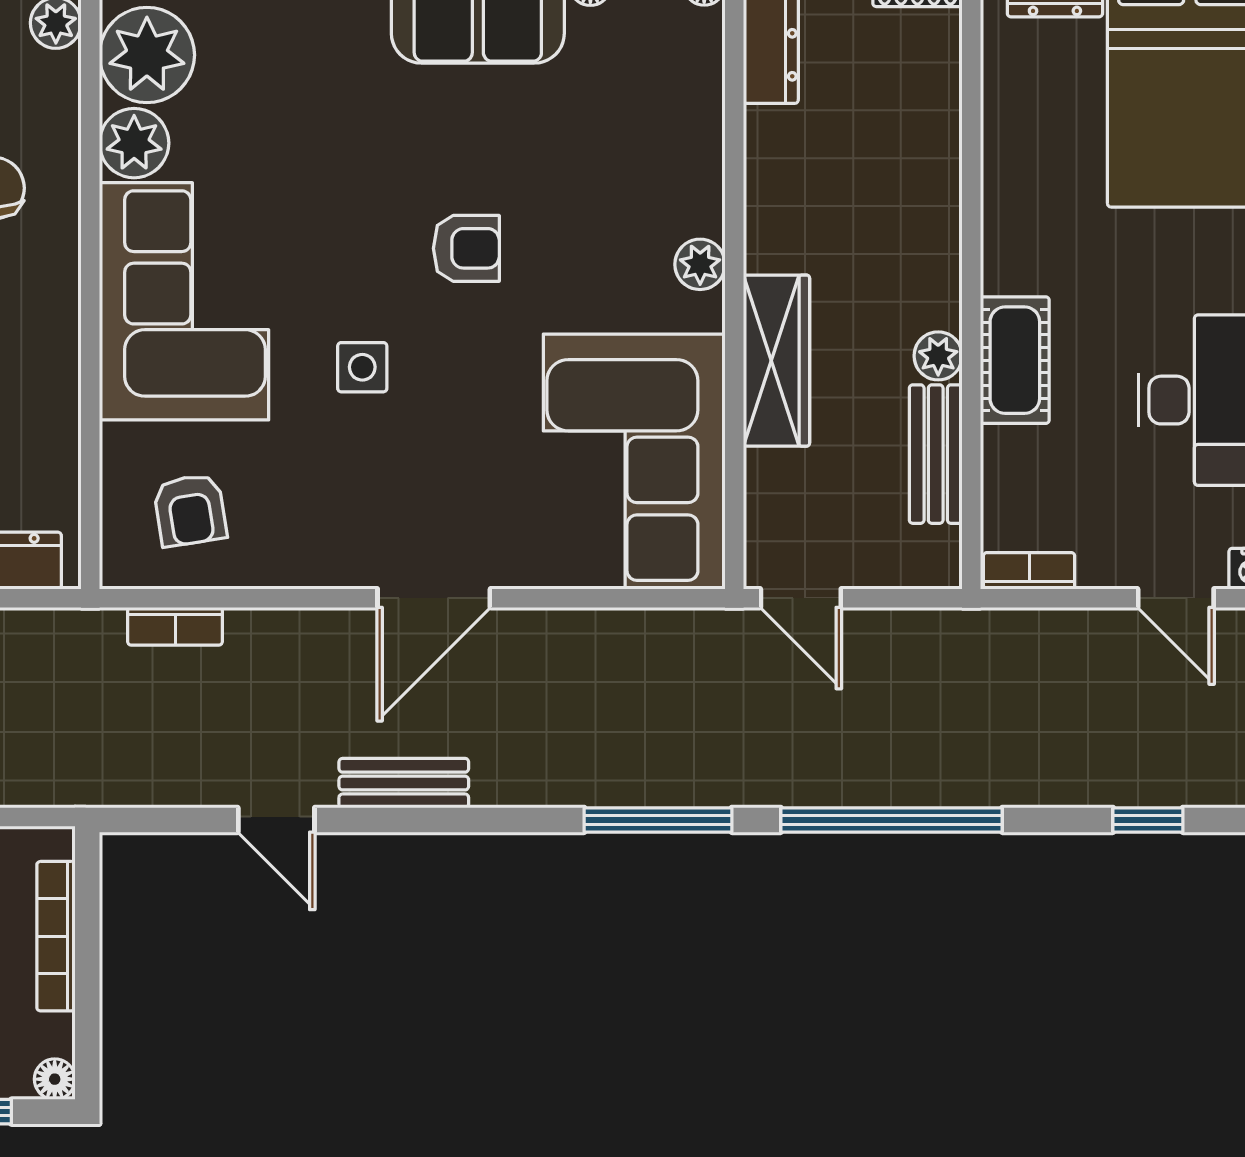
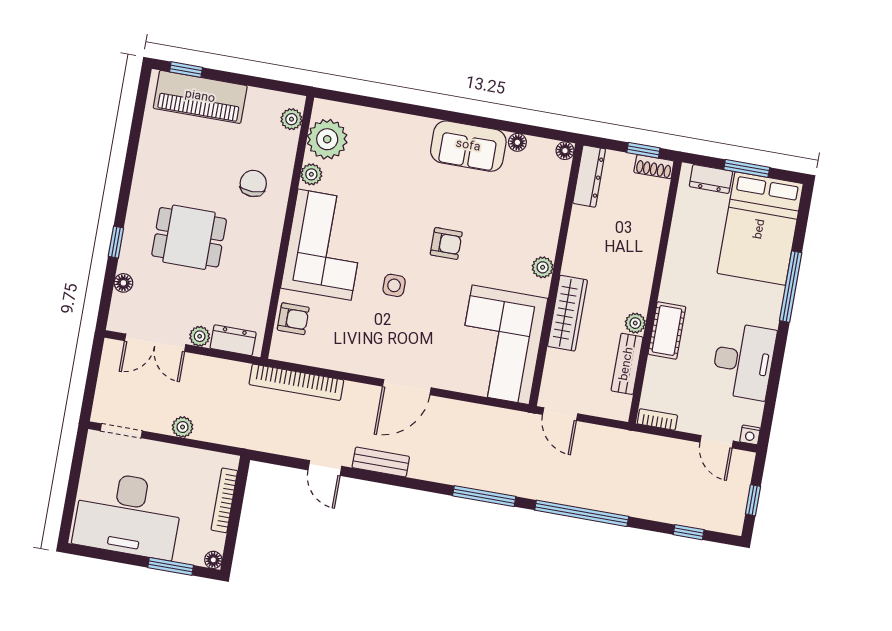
plant: (134, 143) -> (311, 174), width x0.73, depth x0.73
armchair: (190, 510) -> (293, 319), moved, turned -81
bookcase: (175, 626) -> (296, 382), width x2.31, depth x1.31

